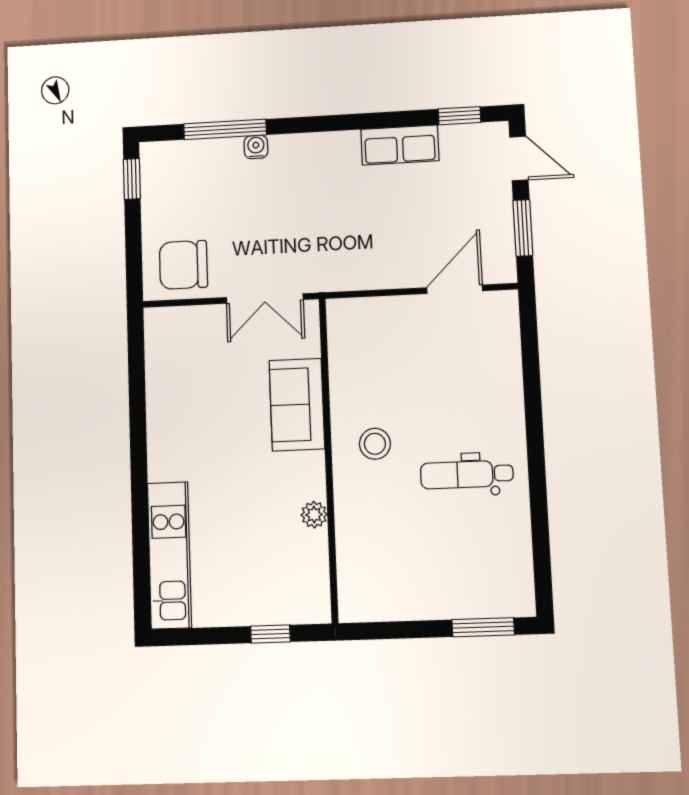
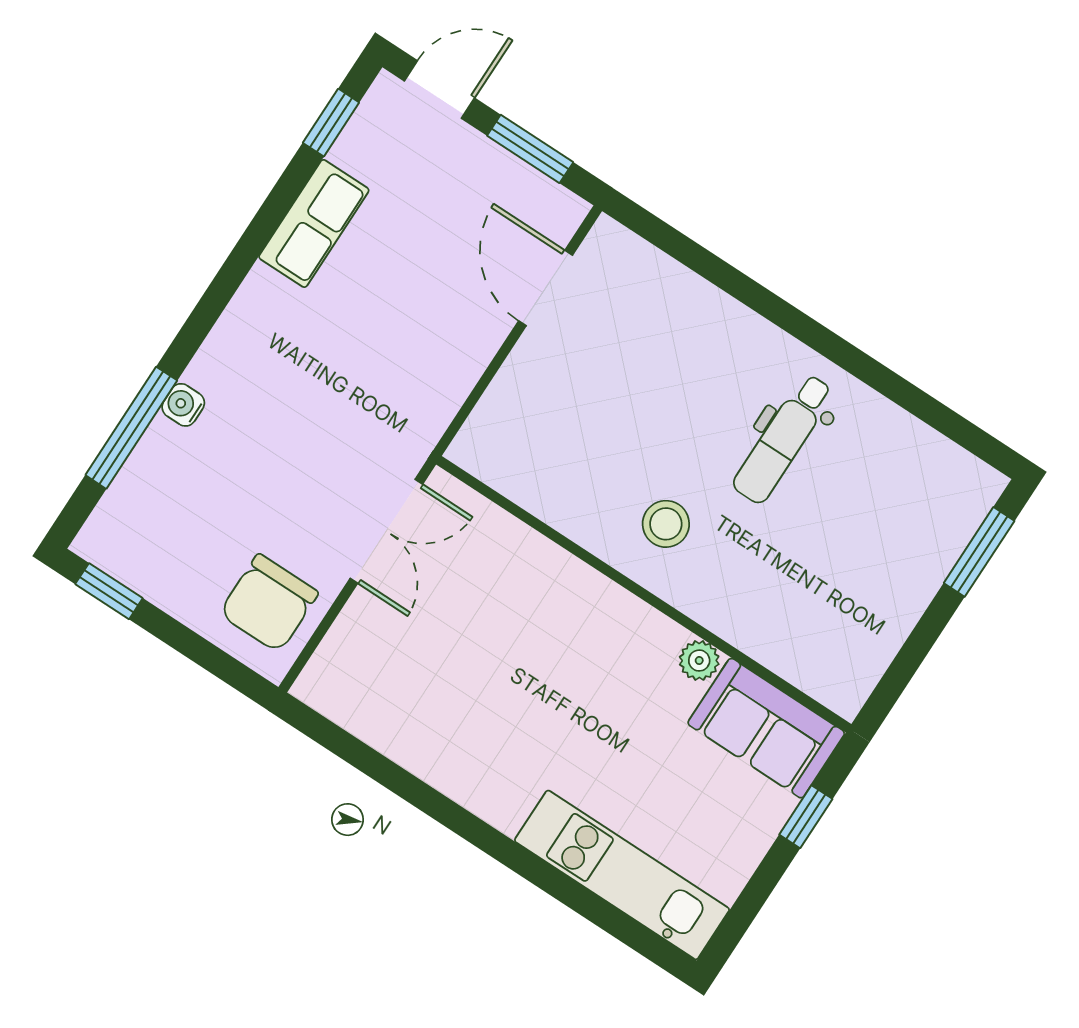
sofa: (297, 405) -> (766, 728), moved

